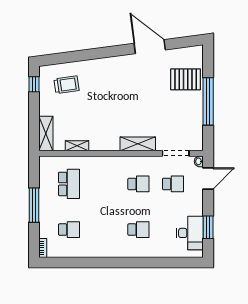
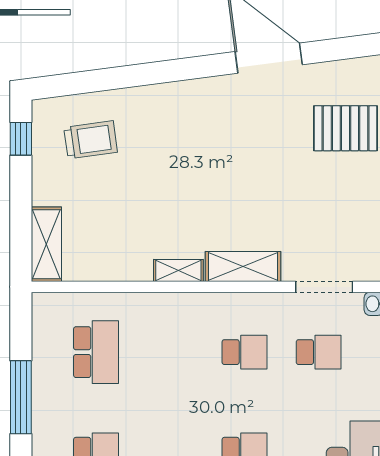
shelving: (77, 146) -> (178, 270), moved

